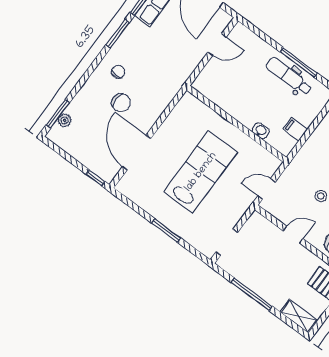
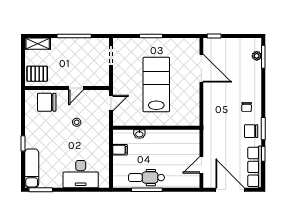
dental chair: (289, 76) -> (146, 178), turned 180
chair: (121, 103) -> (251, 131), moved
lab bench: (201, 172) -> (156, 85), turned 180

